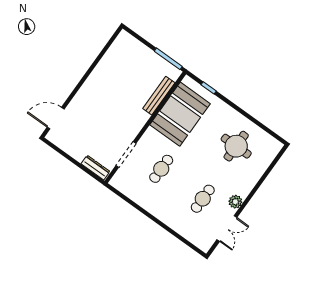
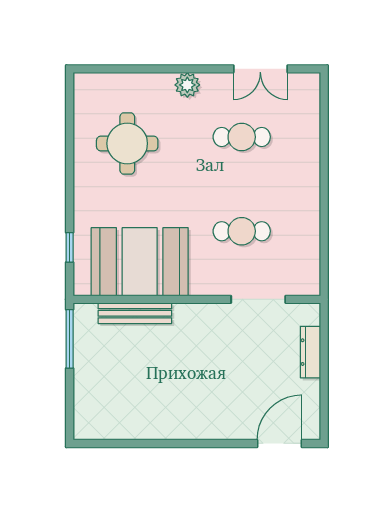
door: (56, 118) -> (279, 443), swing flipped
dresser: (96, 168) -> (310, 352), moved
plant: (235, 202) -> (187, 85), moved
double door: (227, 229) -> (260, 69), swing flipped

